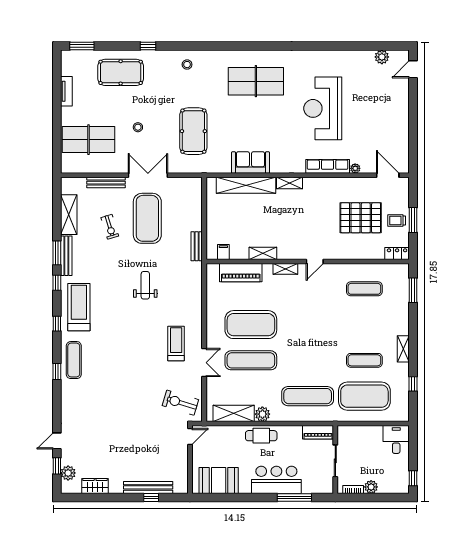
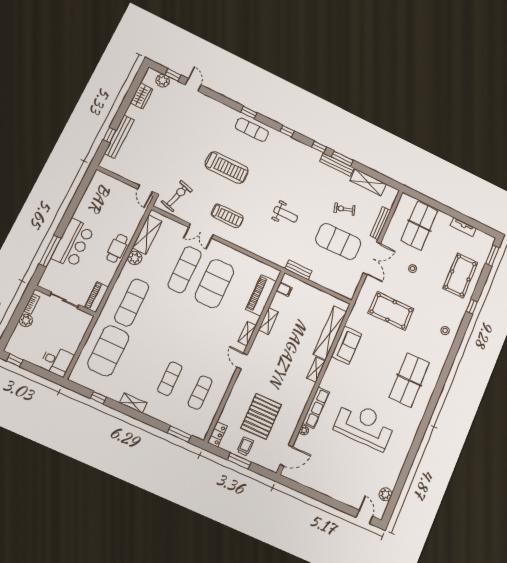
treadmill: (79, 307) -> (227, 168), moved
exercise mat: (364, 360) -> (170, 379), moved
booth: (219, 480) -> (96, 196), removed

